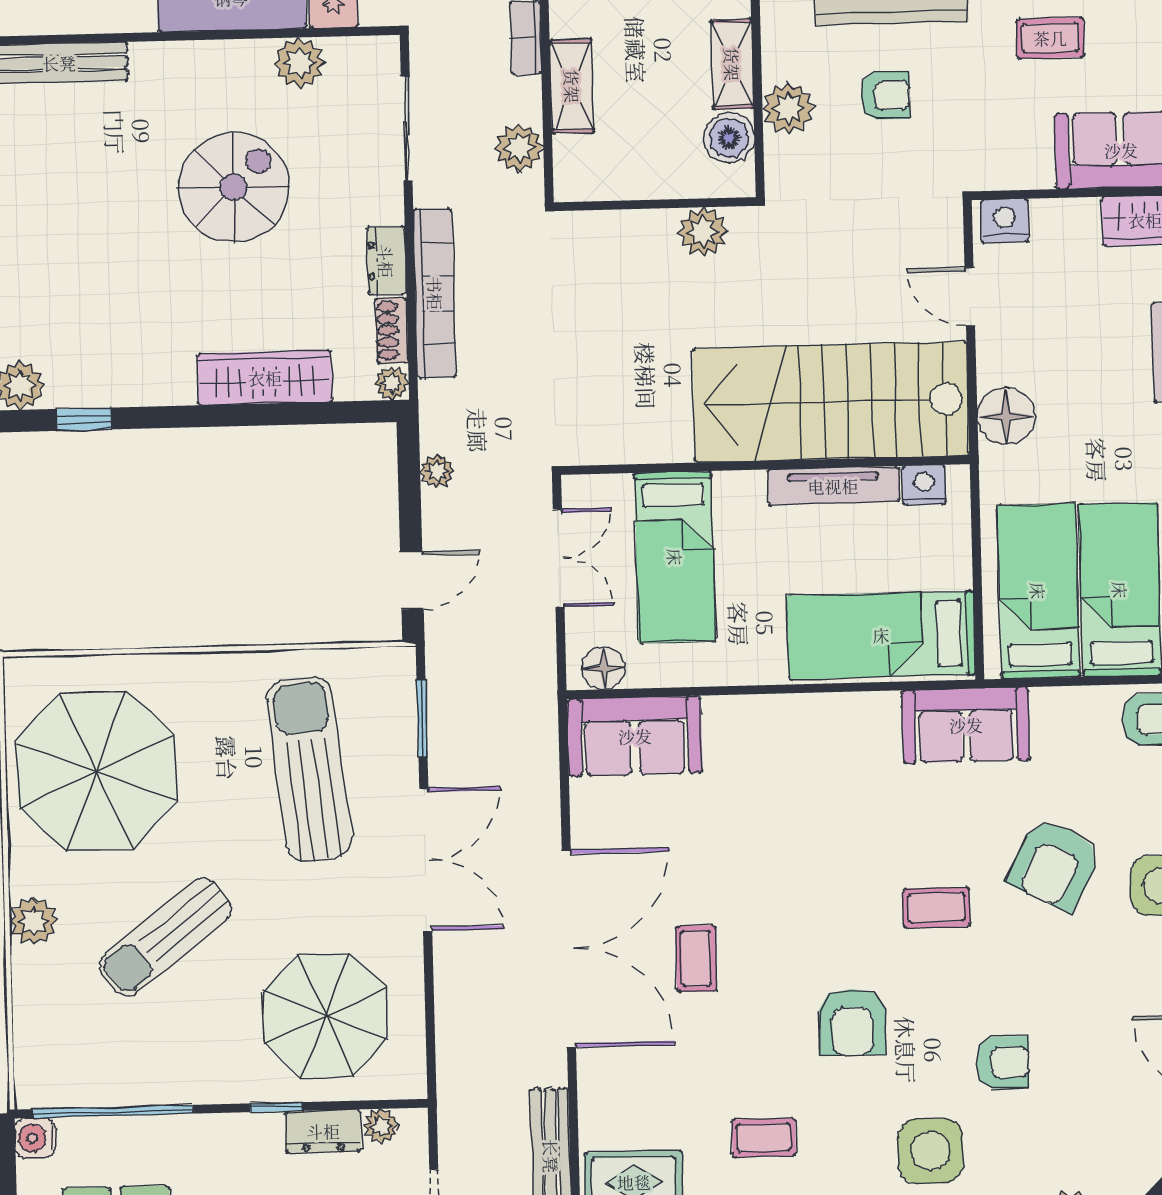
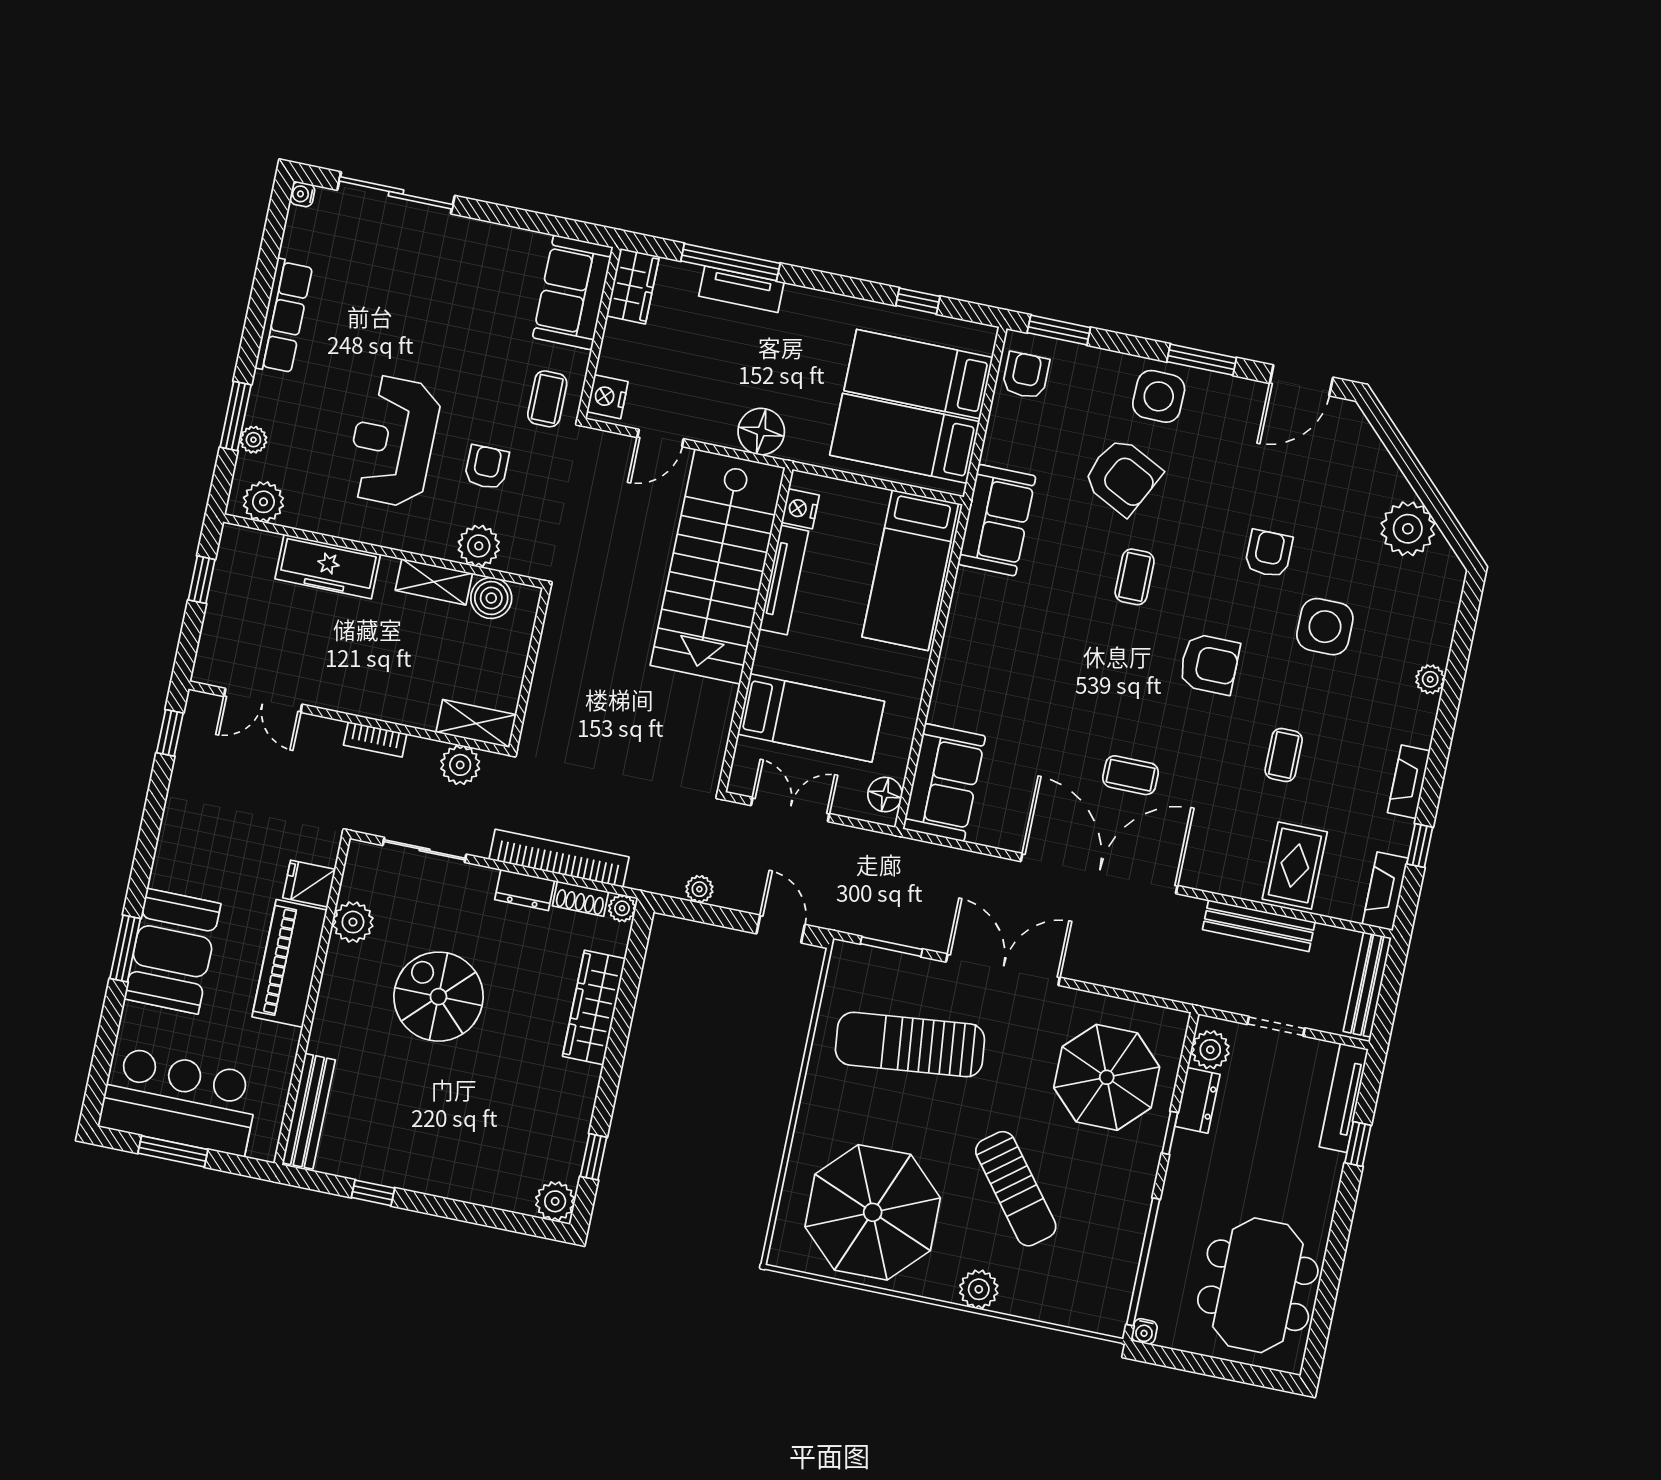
coffee table: (1050, 38) -> (547, 399), moved
shelving: (572, 86) -> (476, 724), moved
plant: (703, 232) -> (560, 636), removed
plant: (381, 1126) -> (1210, 1050), width x1.38, depth x1.38
water cooler: (35, 1138) -> (1144, 1331), width x0.72, depth x0.72

